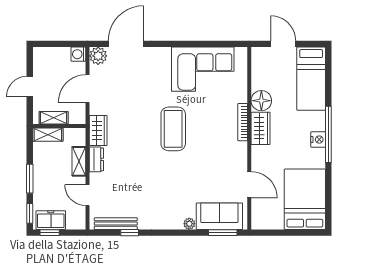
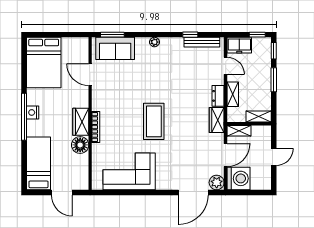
washing machine: (78, 54) -> (238, 178), width x1.89, depth x1.89
shelving: (54, 118) -> (239, 131), moved
freezer: (51, 220) -> (239, 45), moved
plant: (189, 224) -> (154, 42), moved

